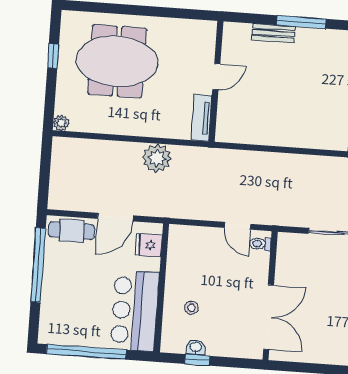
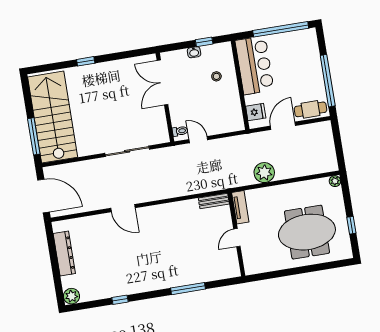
bench: (274, 33) -> (214, 201), moved
washbasin: (196, 347) -> (194, 52), moved

